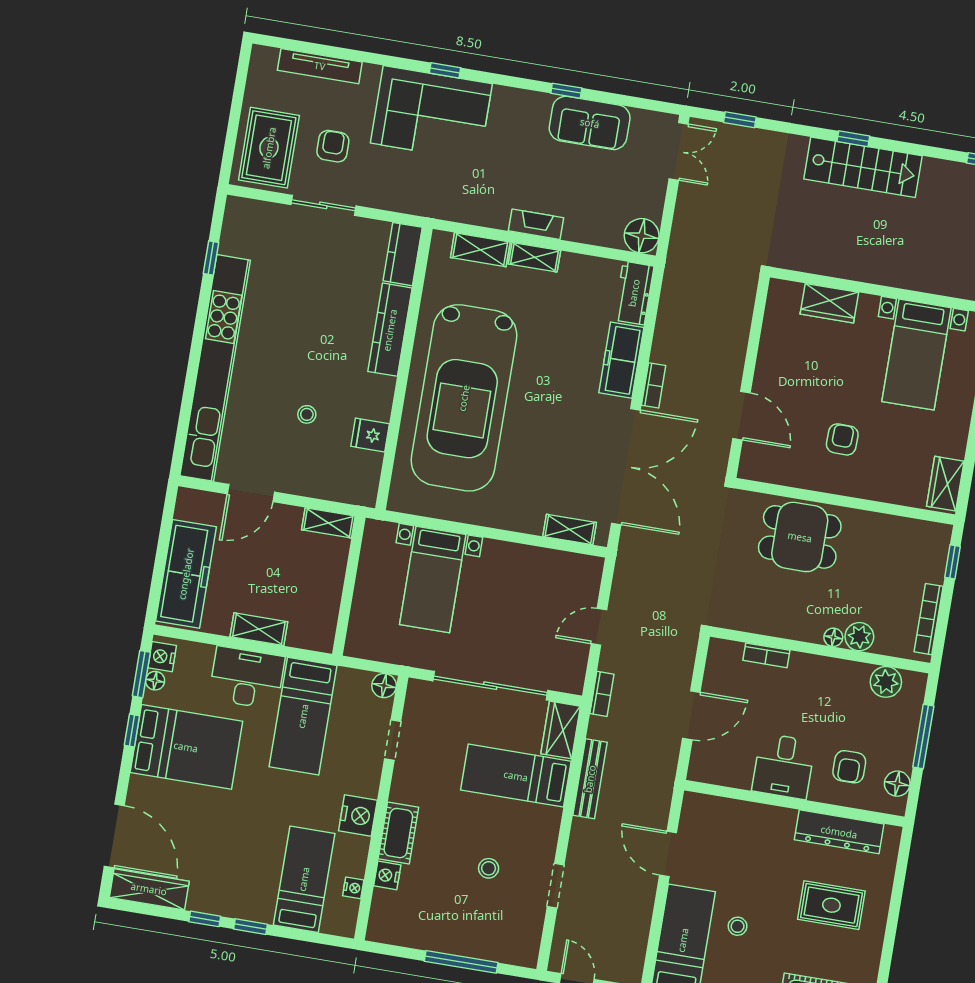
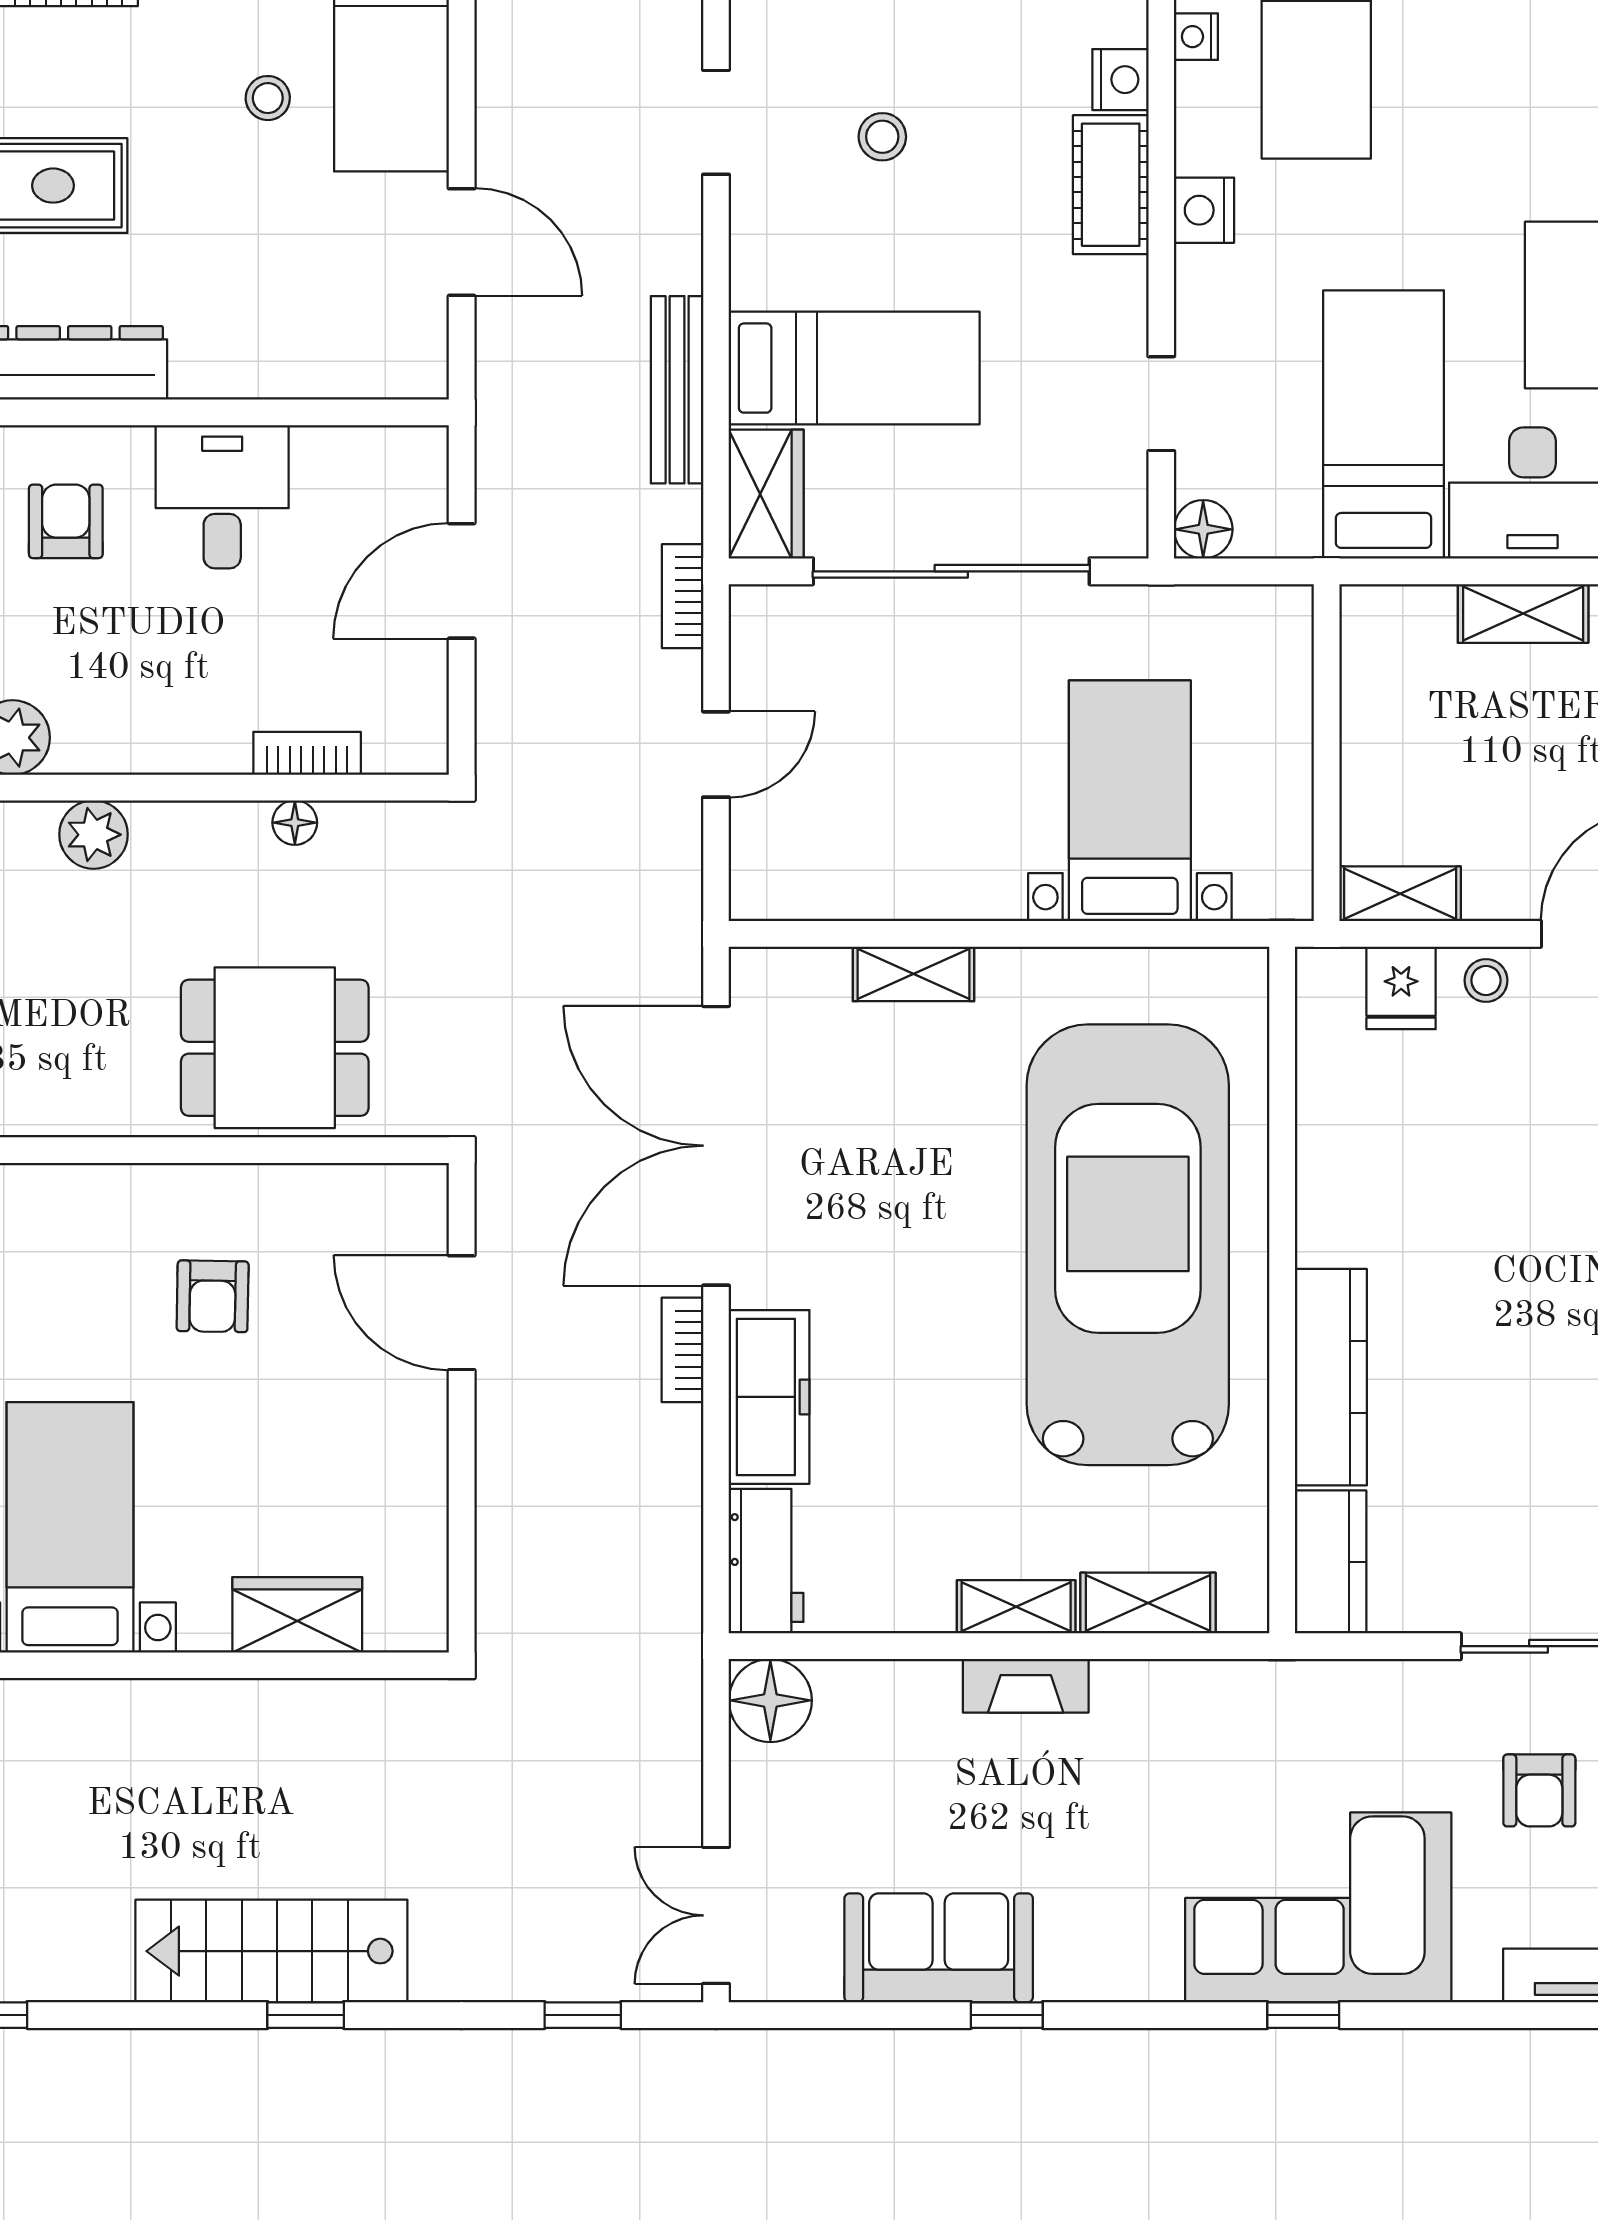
stool: (307, 414) -> (1486, 980), moved
fridge: (370, 435) -> (1401, 988), moved, turned 90
shelving: (570, 529) -> (913, 974), moved
floor lamp: (833, 637) -> (295, 823), moved
nightstand: (358, 816) -> (1204, 210), width x0.74, depth x0.75

